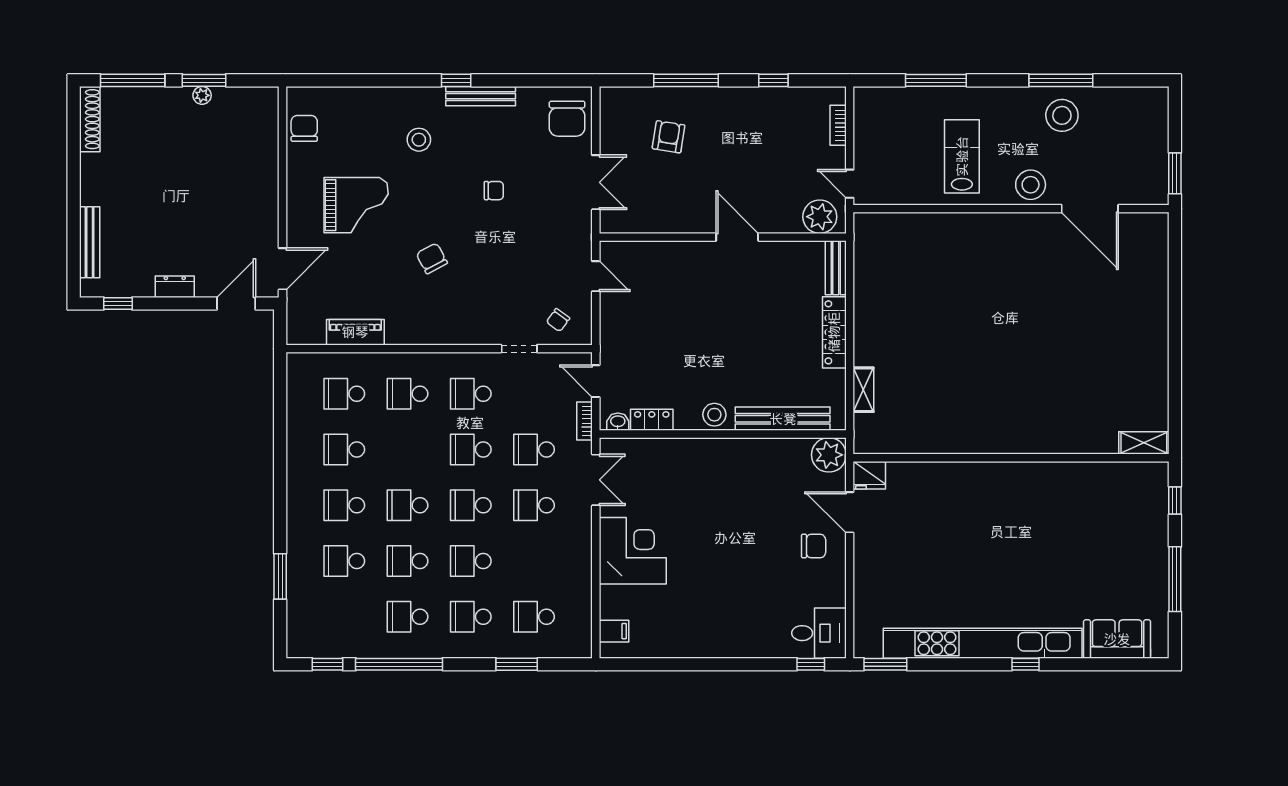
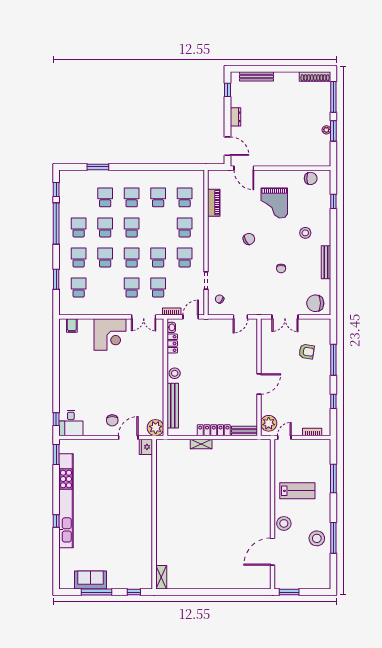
window: (456, 80) -> (333, 201), moved
shelving: (863, 390) -> (201, 444), moved
sofa: (1117, 639) -> (90, 580), moved, turned -90

